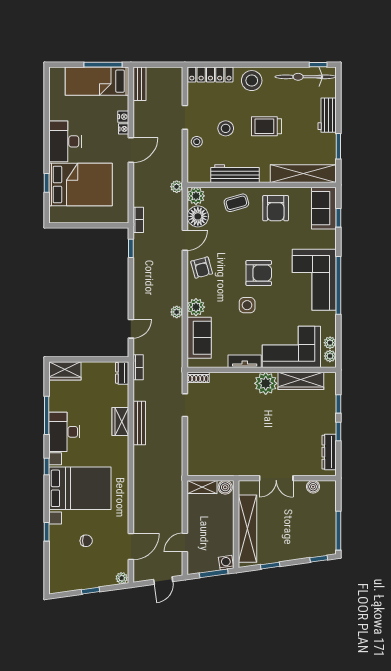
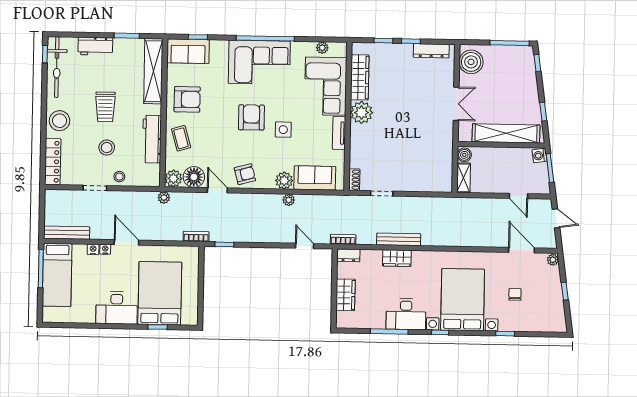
bench: (140, 84) -> (67, 233), width x1.36
plant: (330, 356) -> (335, 48), removed
wardrobe: (65, 371) -> (346, 295), moved
boiler: (313, 487) -> (471, 62), width x1.86, depth x1.86

